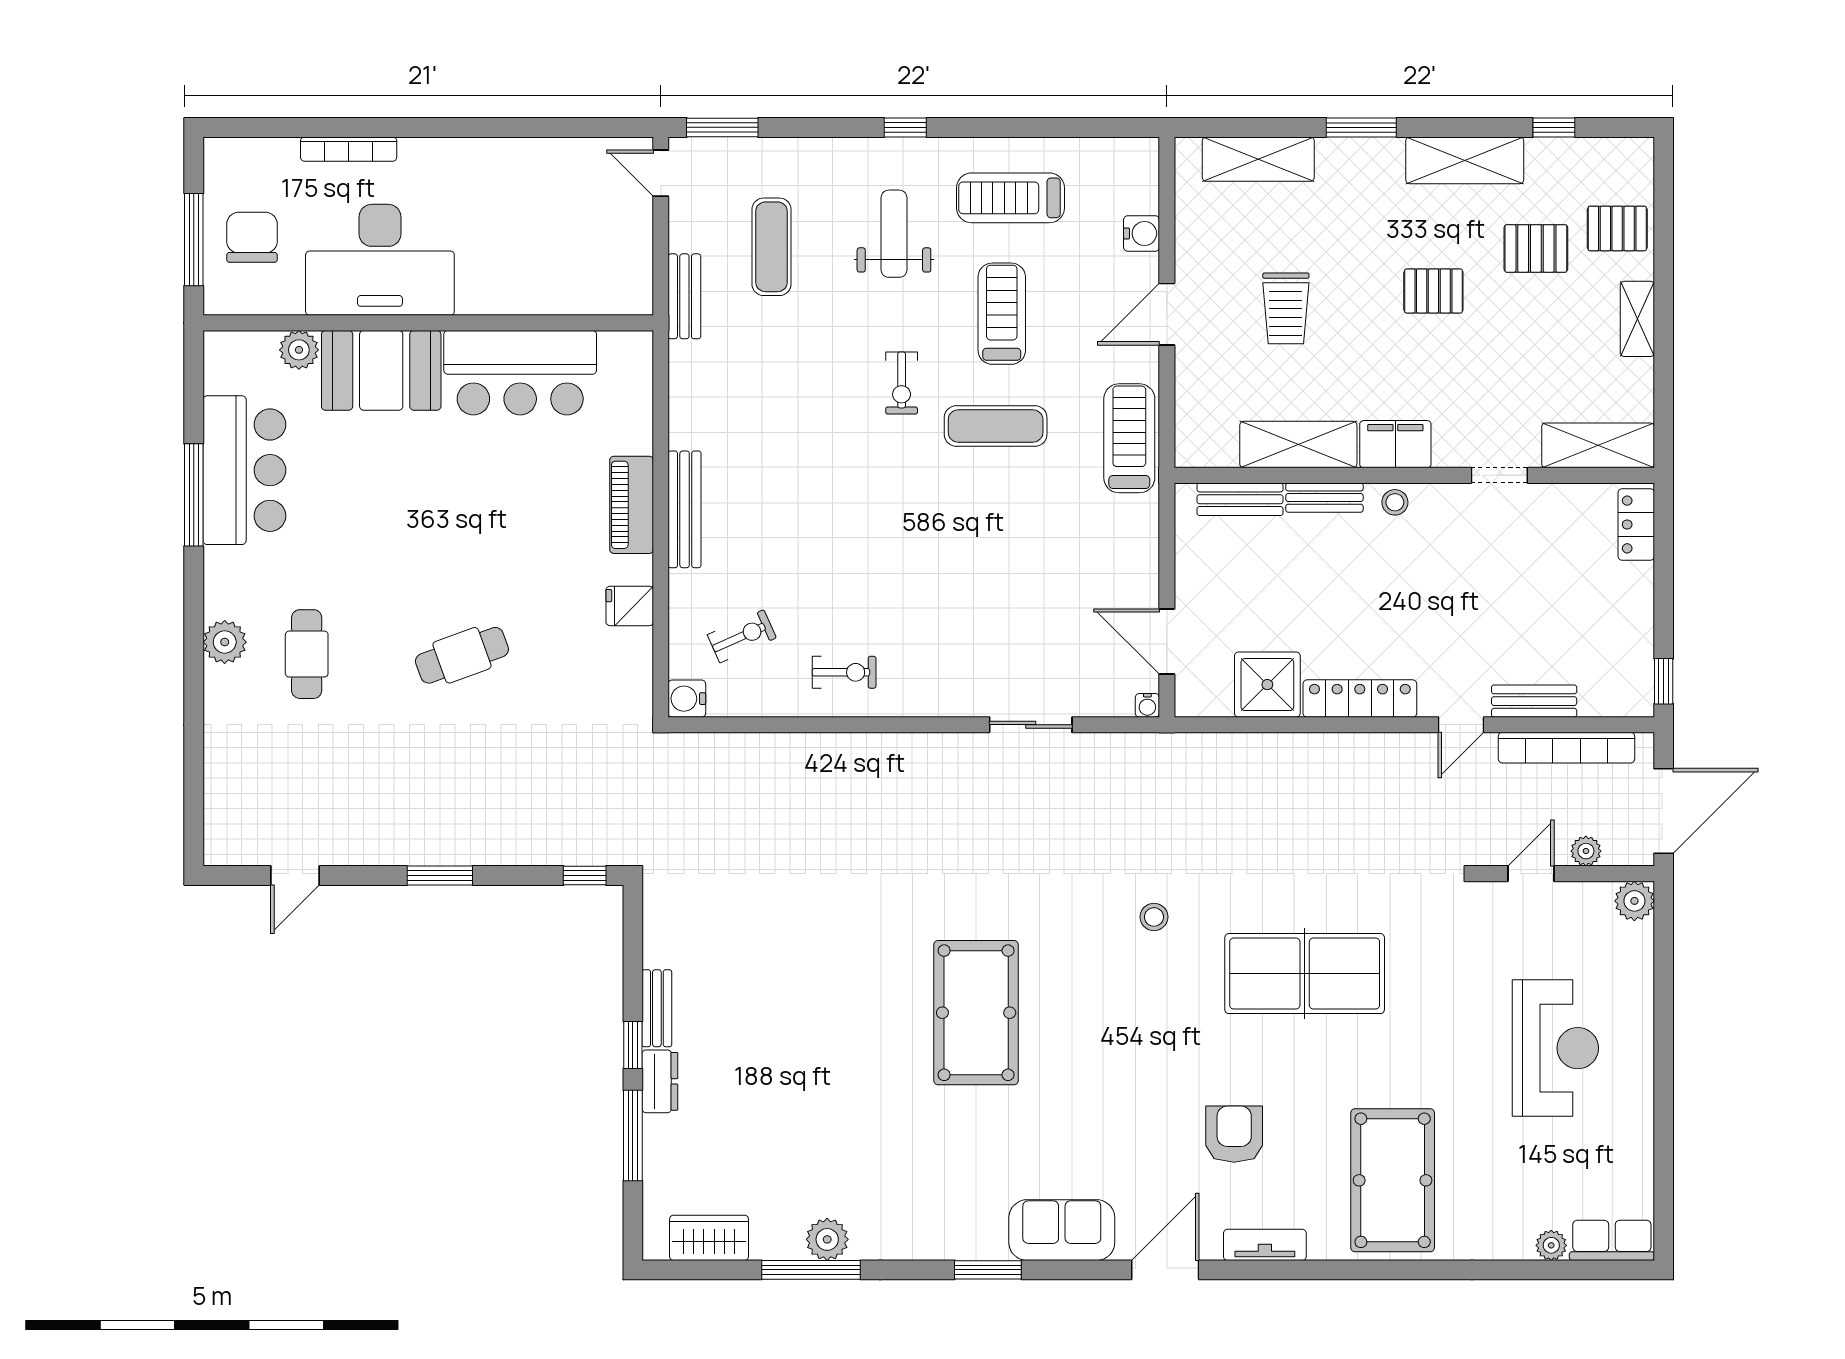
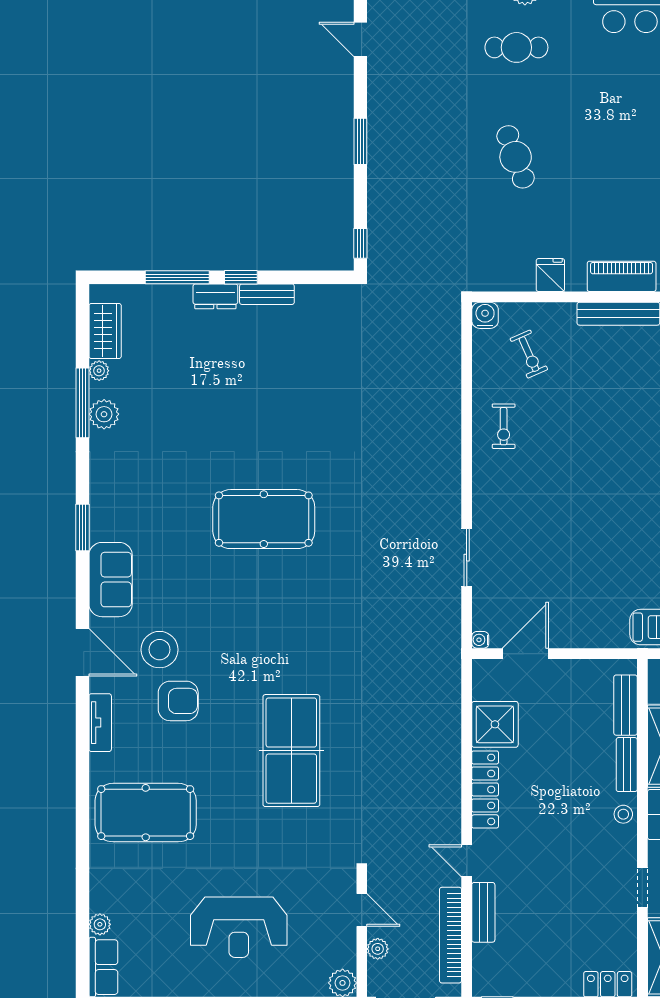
stool: (1154, 917) -> (159, 650), moved, width x1.89, depth x1.89
plant: (765, 1246) -> (99, 371), added

